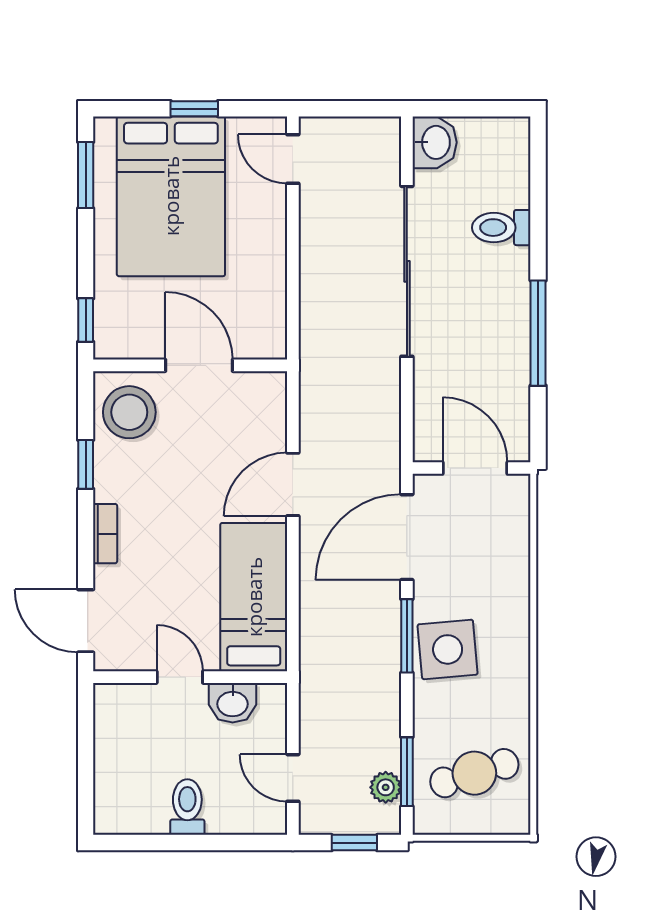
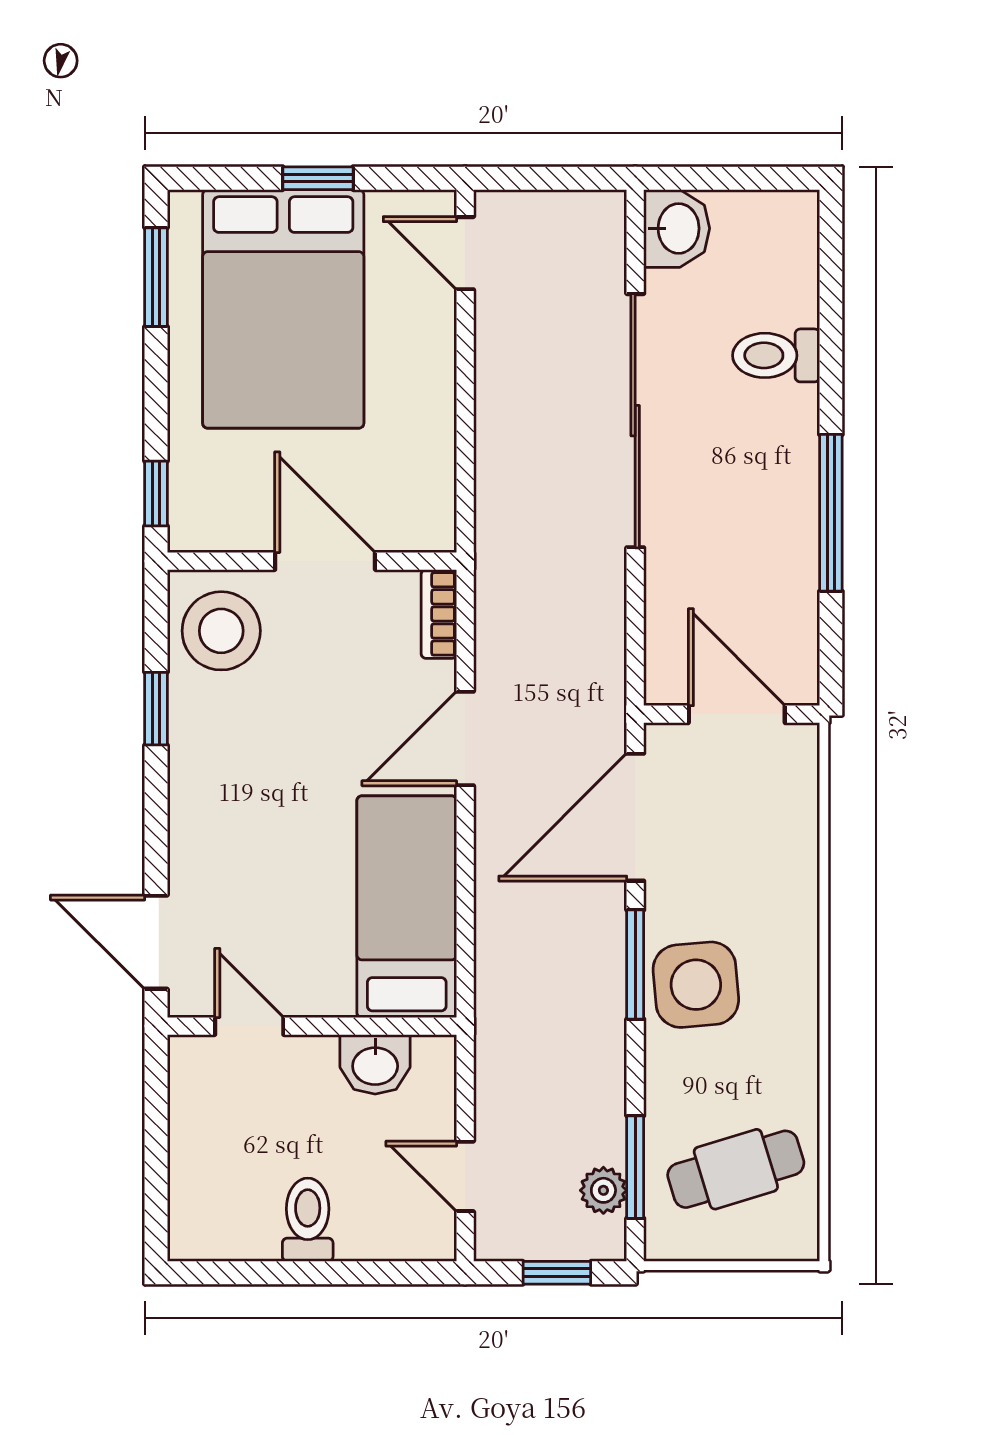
bookcase: (105, 534) -> (439, 614), moved, turned 180
door: (180, 677) -> (249, 1026), moved

